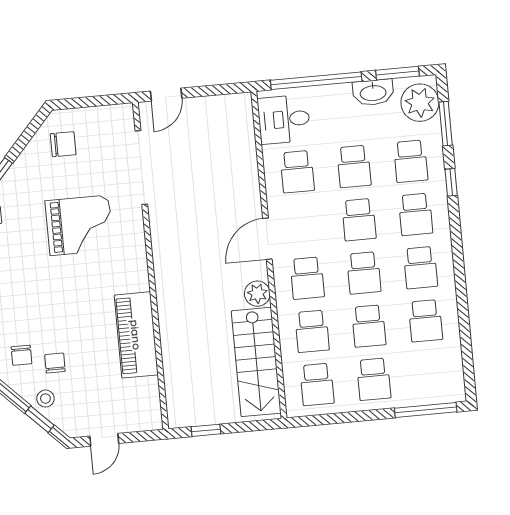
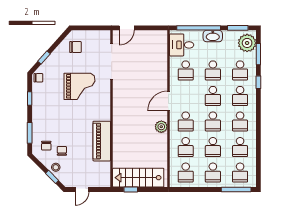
washbasin: (373, 92) -> (213, 36), moved
stairs: (256, 362) -> (138, 178), moved, turned 90
school desk: (430, 374) -> (240, 173), added

